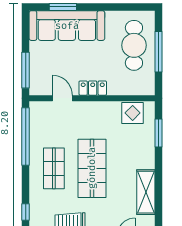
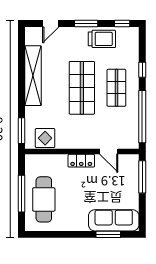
sofa: (67, 26) -> (114, 220), width x0.74, depth x0.79
window: (158, 133) -> (22, 131), moved
shelving: (146, 192) -> (33, 76), width x1.47
window: (26, 212) -> (142, 70), moved

